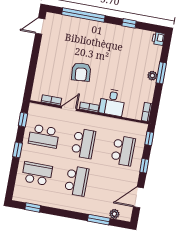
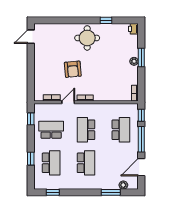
window: (83, 15) -> (66, 20), removed
round table: (104, 39) -> (87, 38), added
desk: (112, 102) -> (104, 90), removed
school desk: (44, 136) -> (51, 130), turned 180
school desk: (83, 143) -> (86, 130), turned 180
window: (17, 150) -> (31, 159), moved
window: (144, 166) -> (141, 139), width x2.17
school desk: (37, 174) -> (51, 163), turned 90

